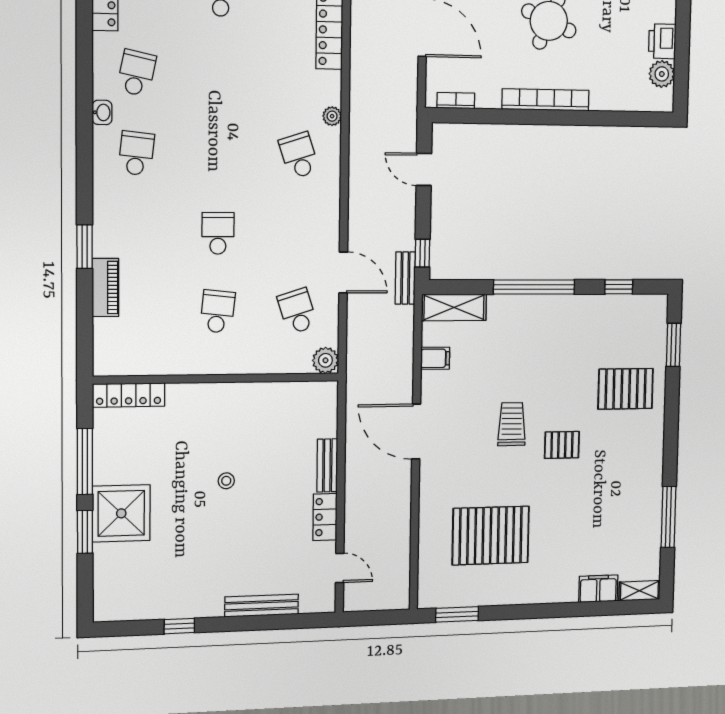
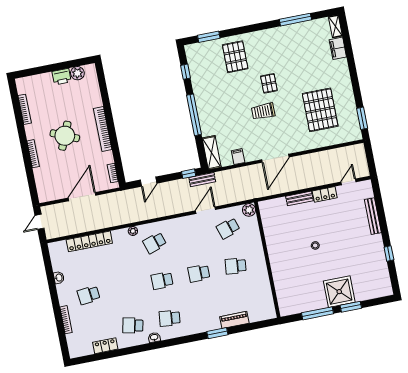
school desk: (218, 154) -> (162, 281), added
locker: (129, 395) -> (283, 299), removed

